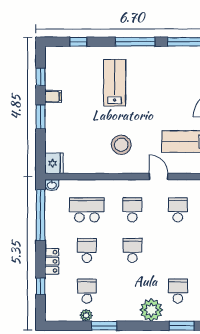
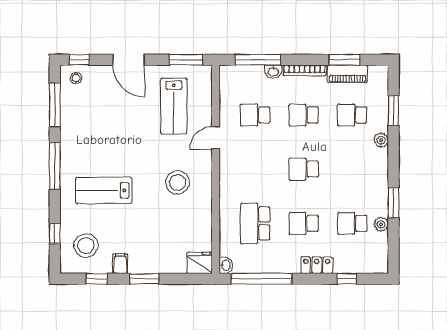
stool: (68, 68) -> (86, 246), added
school desk: (132, 210) -> (304, 115), moved
plant: (151, 310) -> (381, 140), width x0.53, depth x0.53

